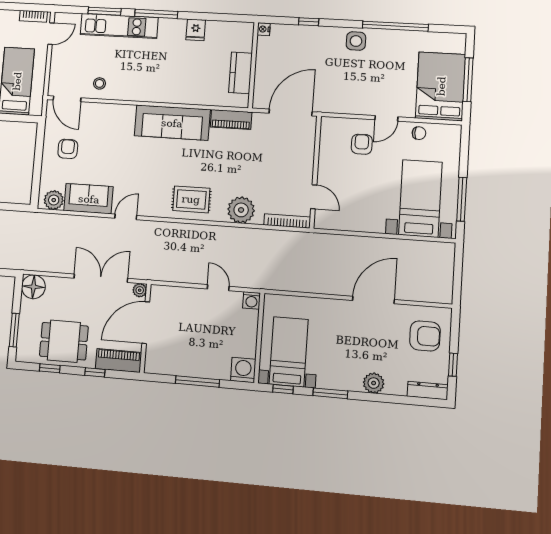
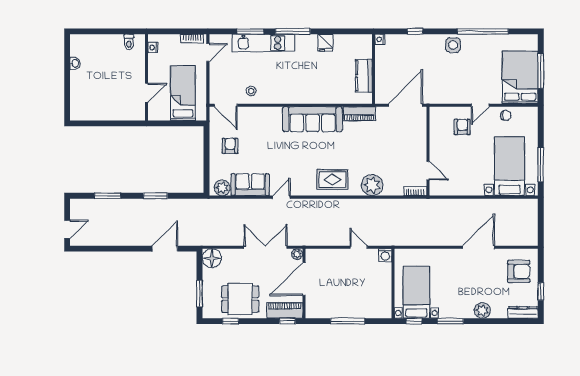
bookcase: (287, 221) -> (415, 191), width x0.64
washing machine: (243, 370) -> (383, 309), removed
window: (95, 372) -> (287, 321), moved

